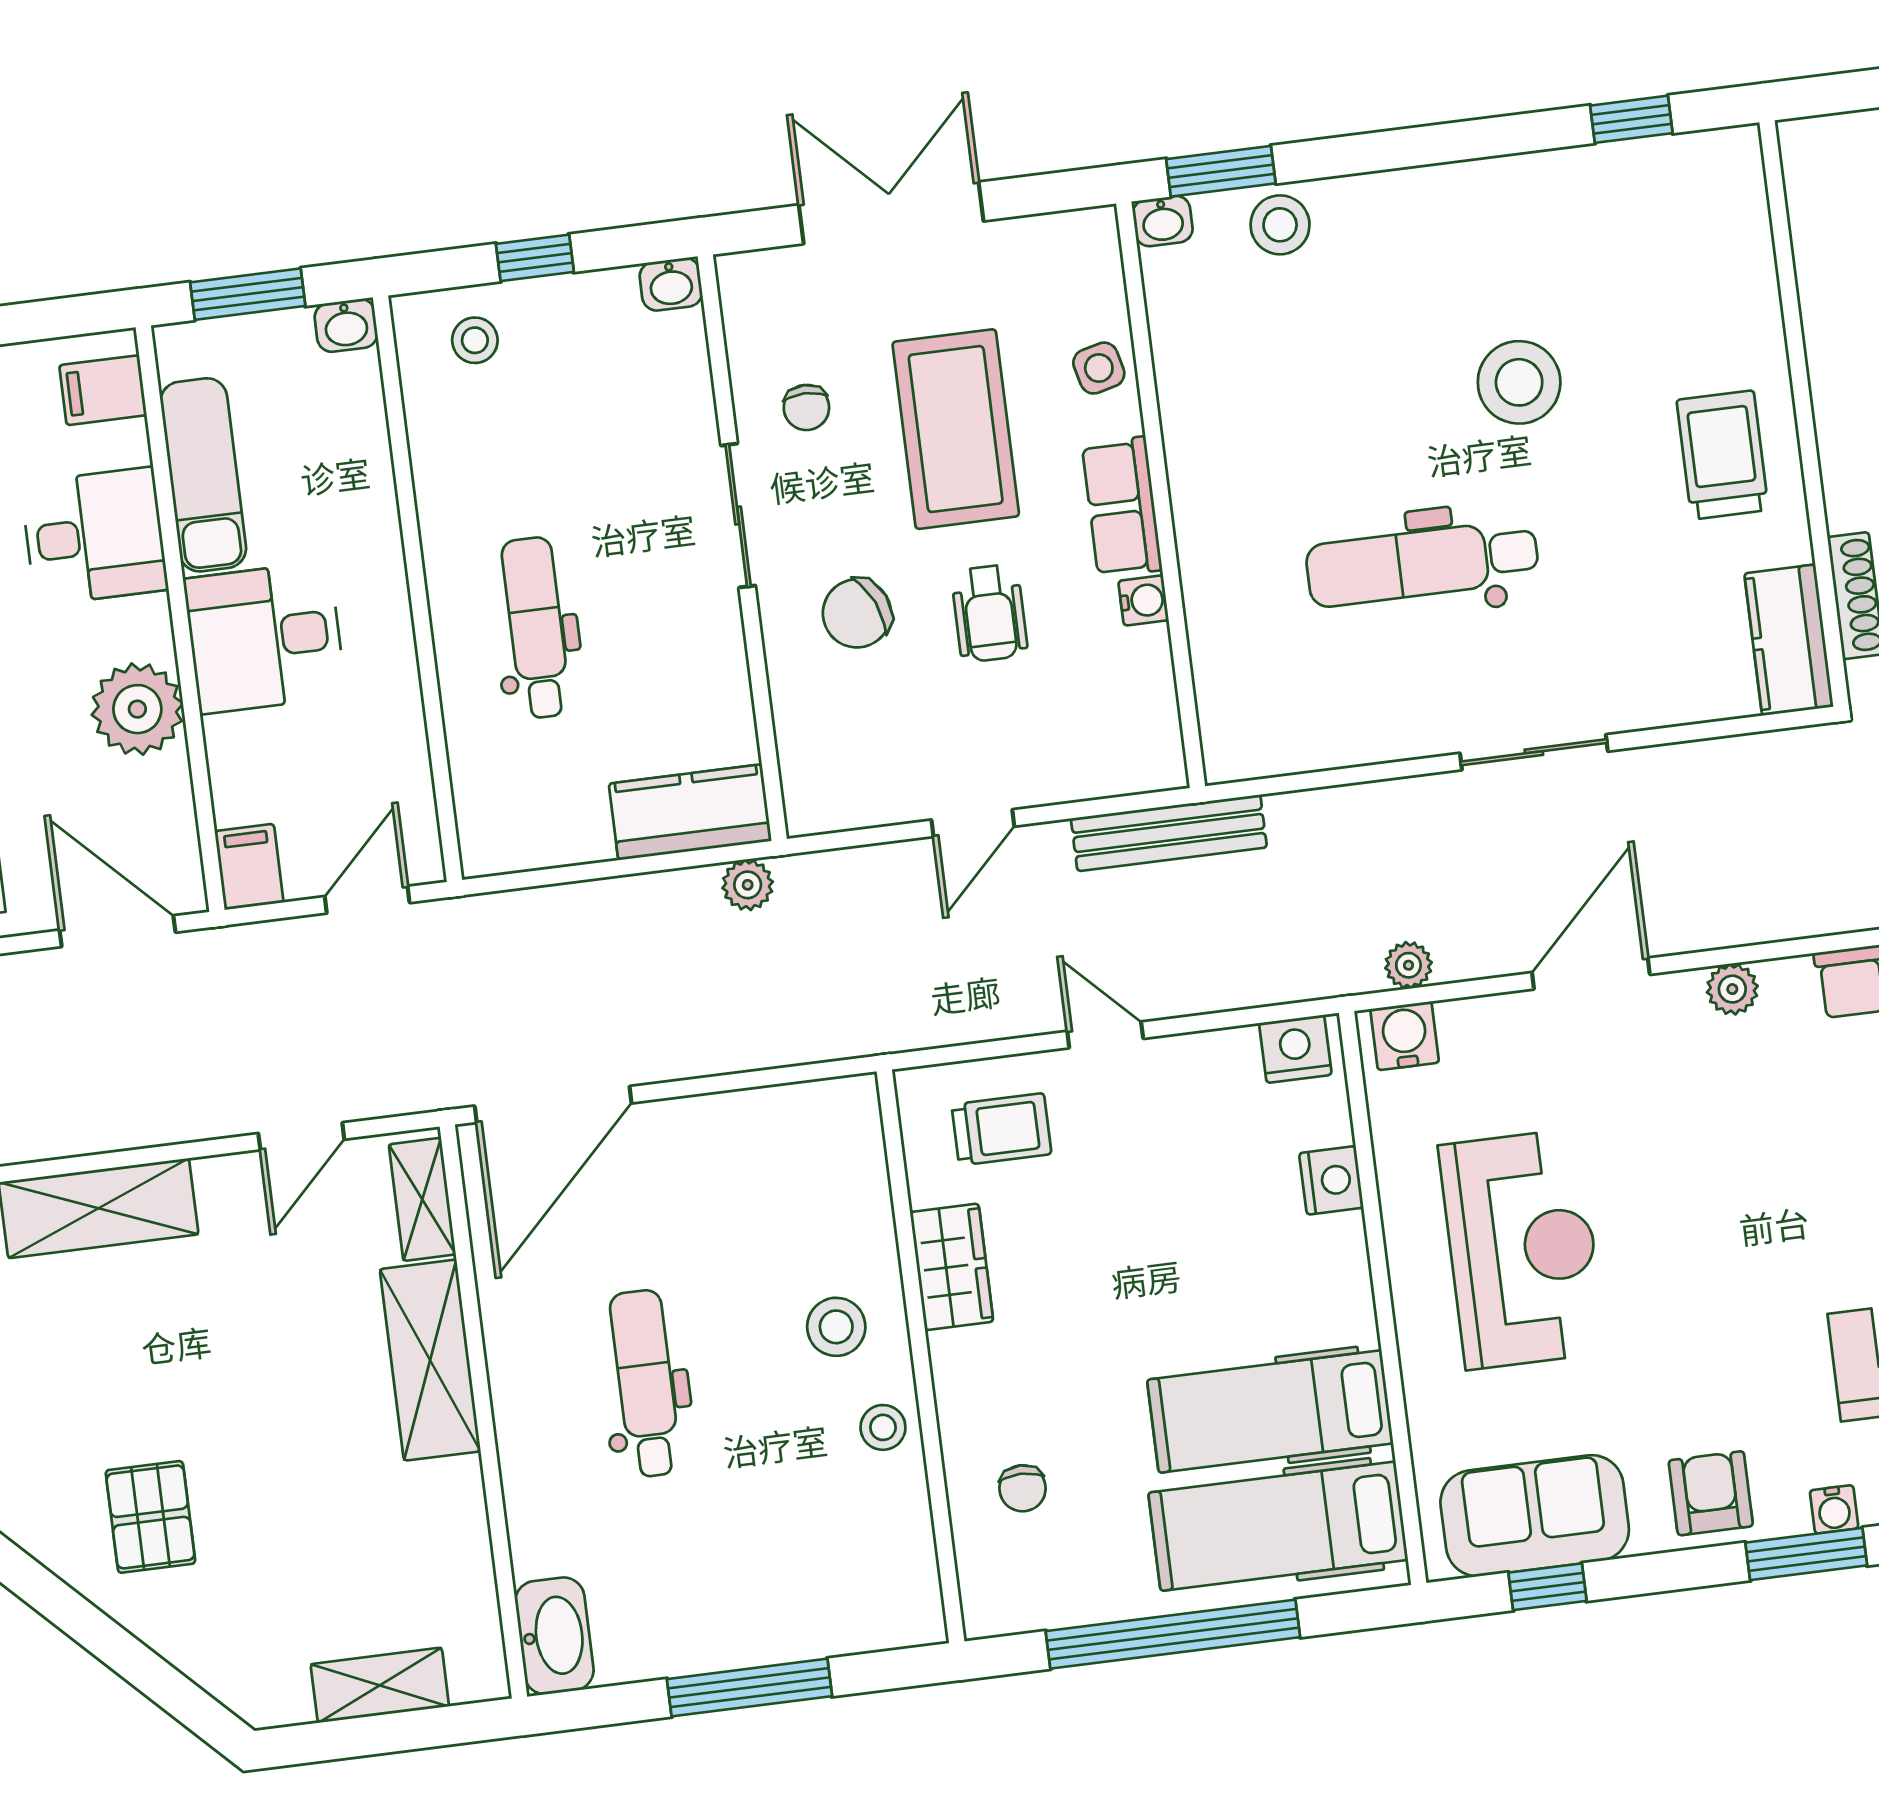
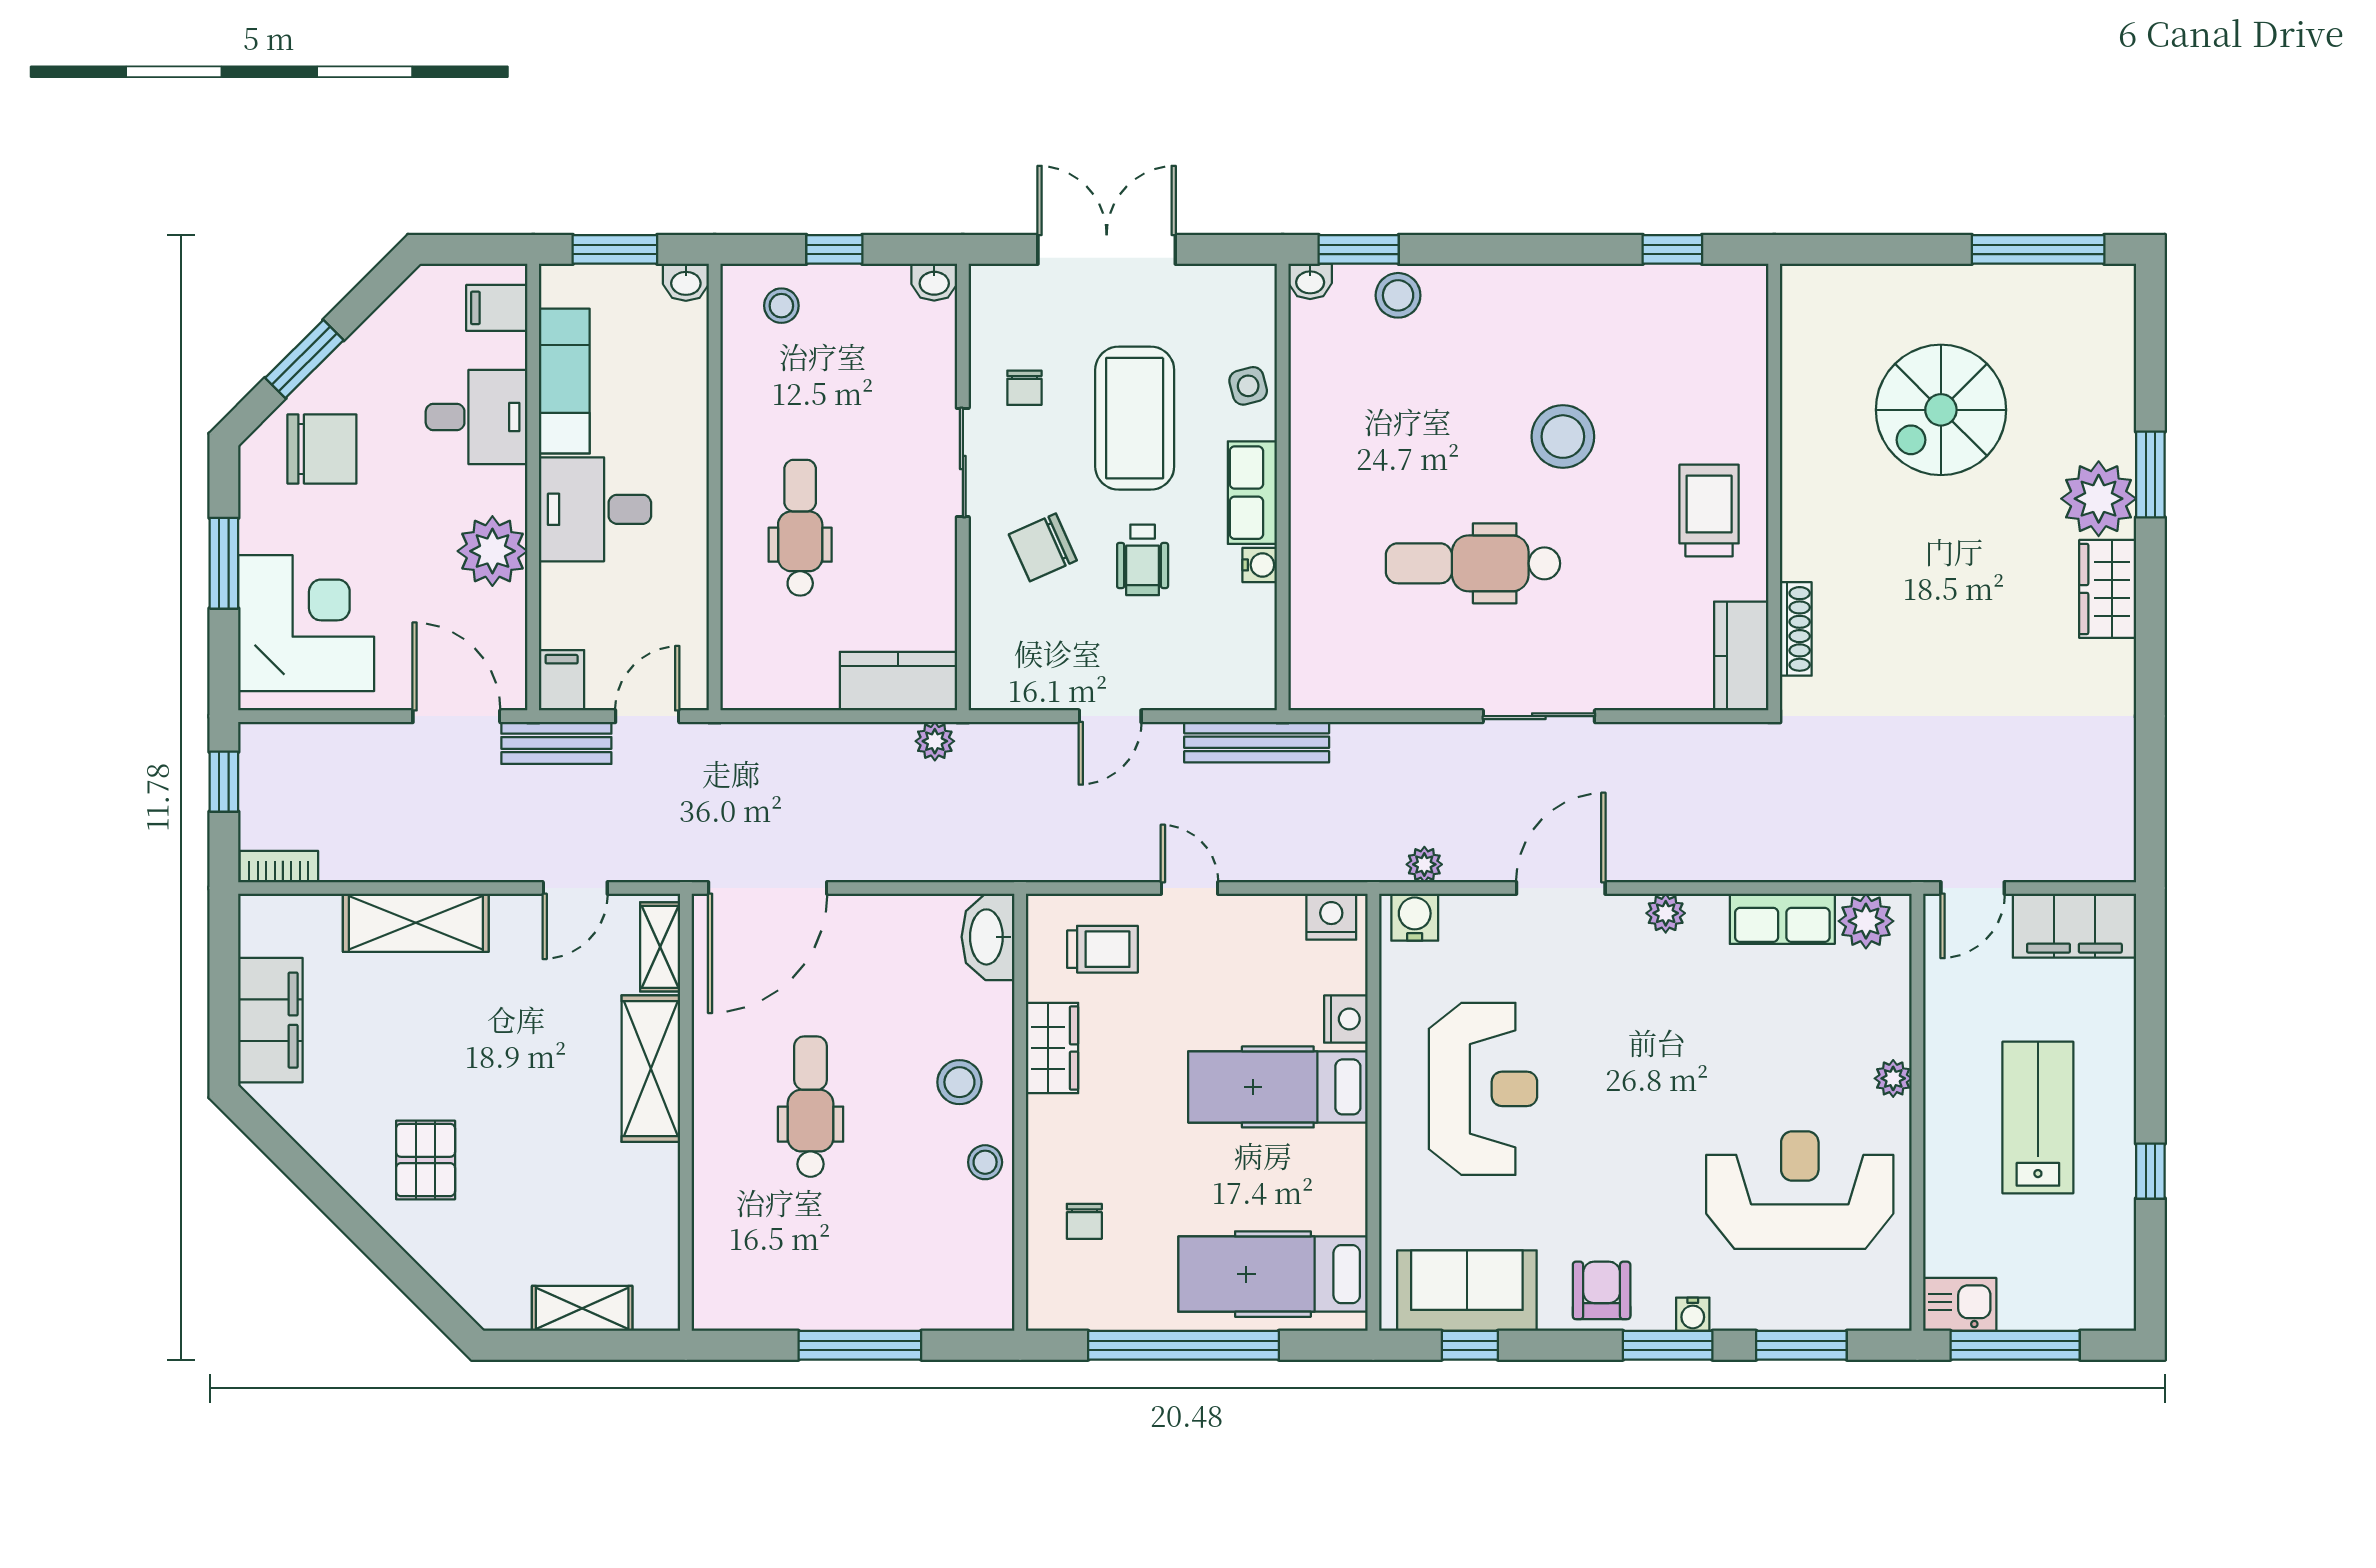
bench: (253, 950) -> (556, 743), added
hospital bed: (1270, 1411) -> (1278, 1087), moved
washbasin: (554, 1636) -> (988, 937), moved, turned 180

